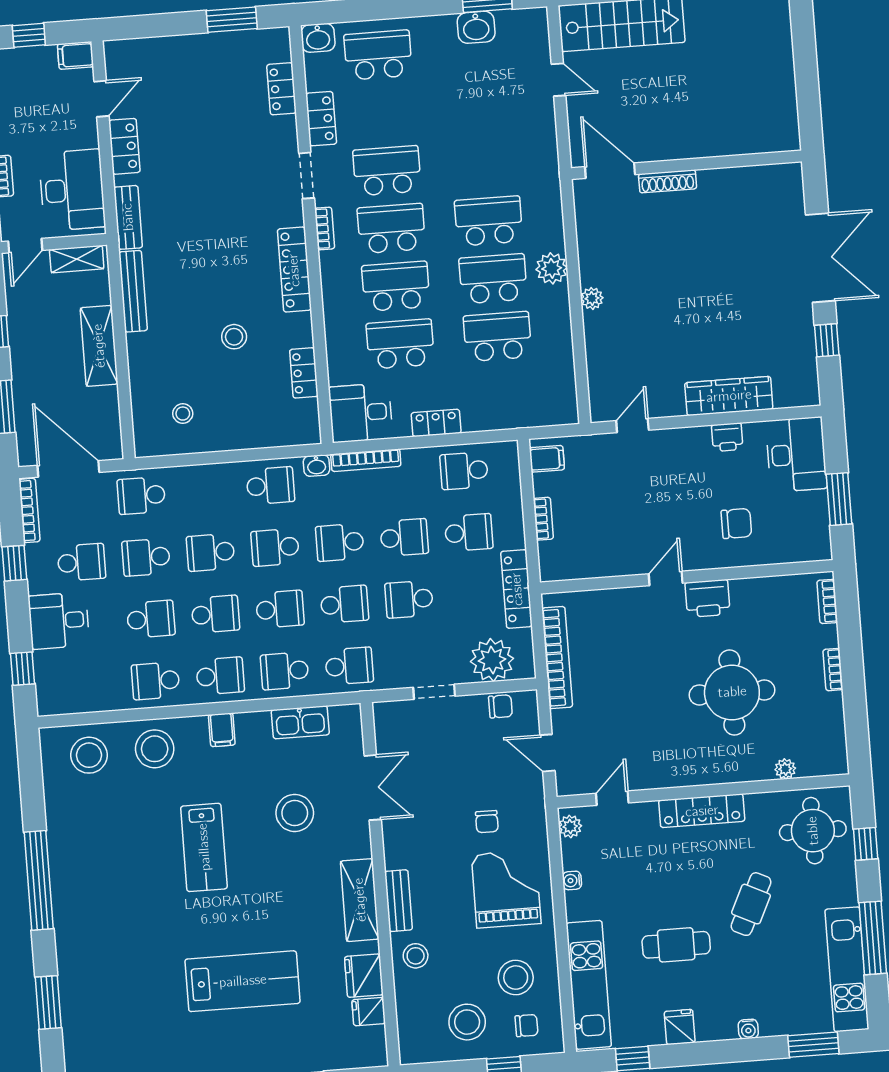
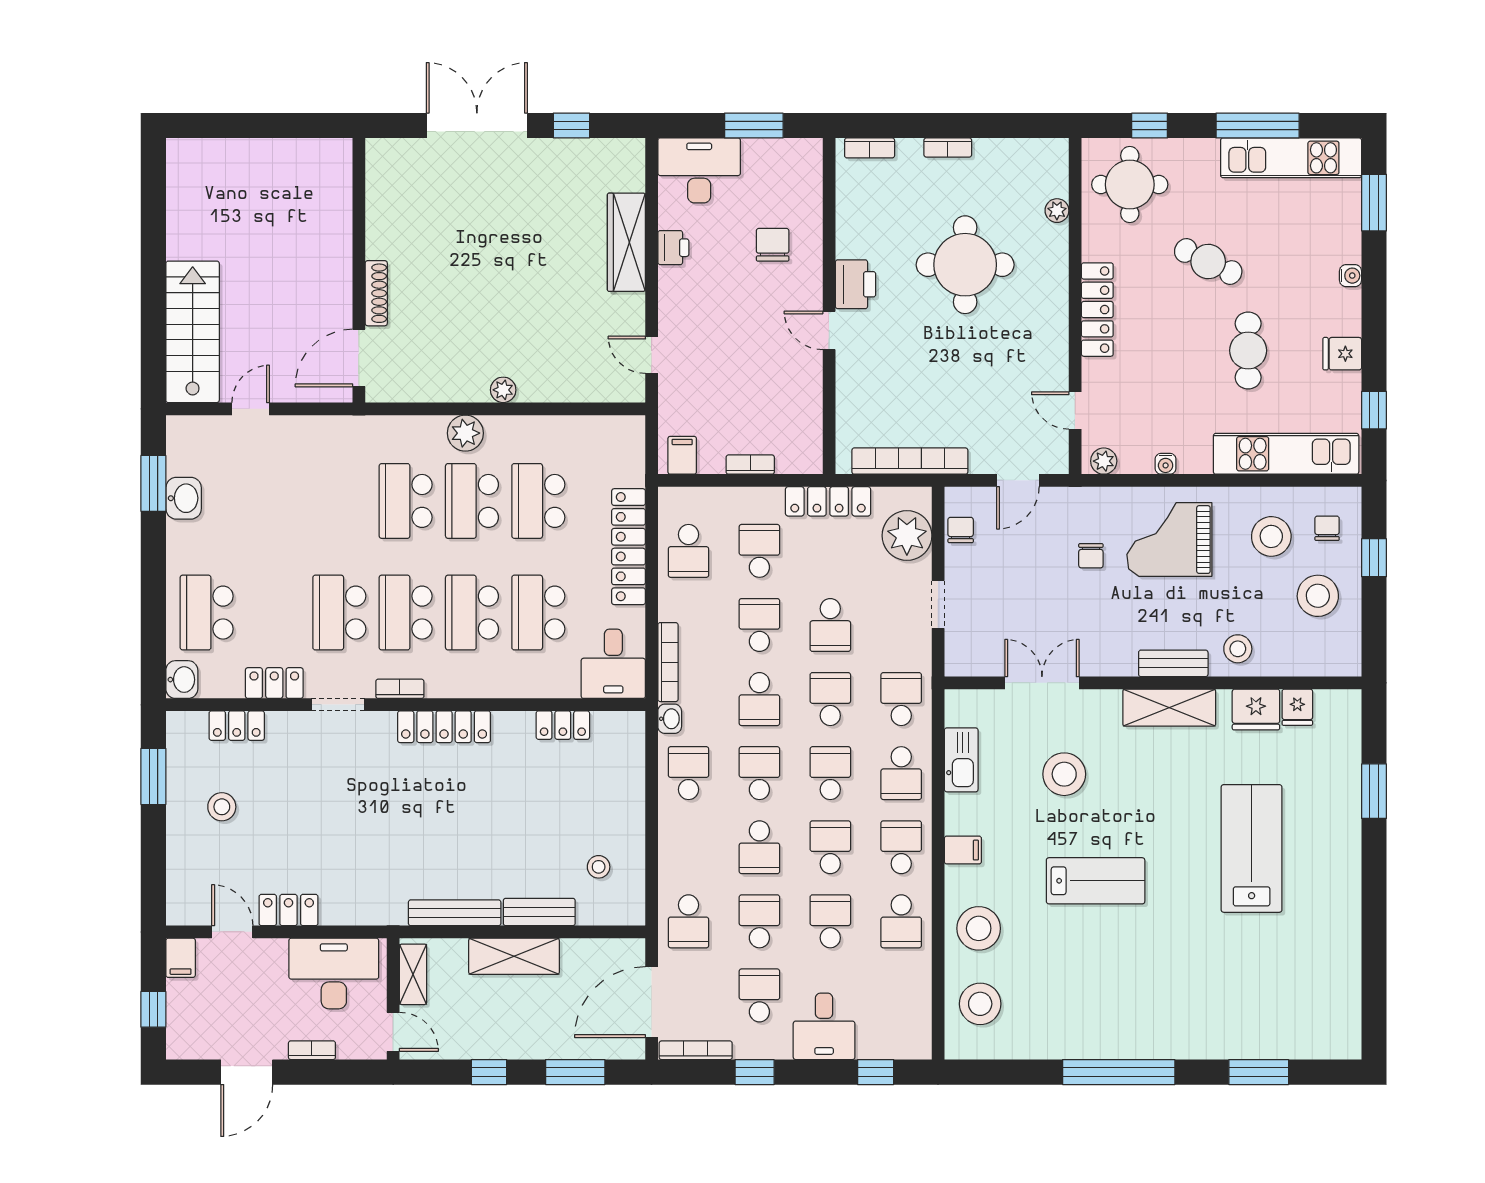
bench: (128, 217) -> (539, 912), moved
stool: (234, 337) -> (222, 807), moved
locker: (436, 423) -> (629, 547), width x2.16, depth x1.21
school desk: (275, 547) -> (759, 773), turned 180
school desk: (146, 557) -> (759, 921), turned 180
chair: (487, 822) -> (1091, 556), turned 90

